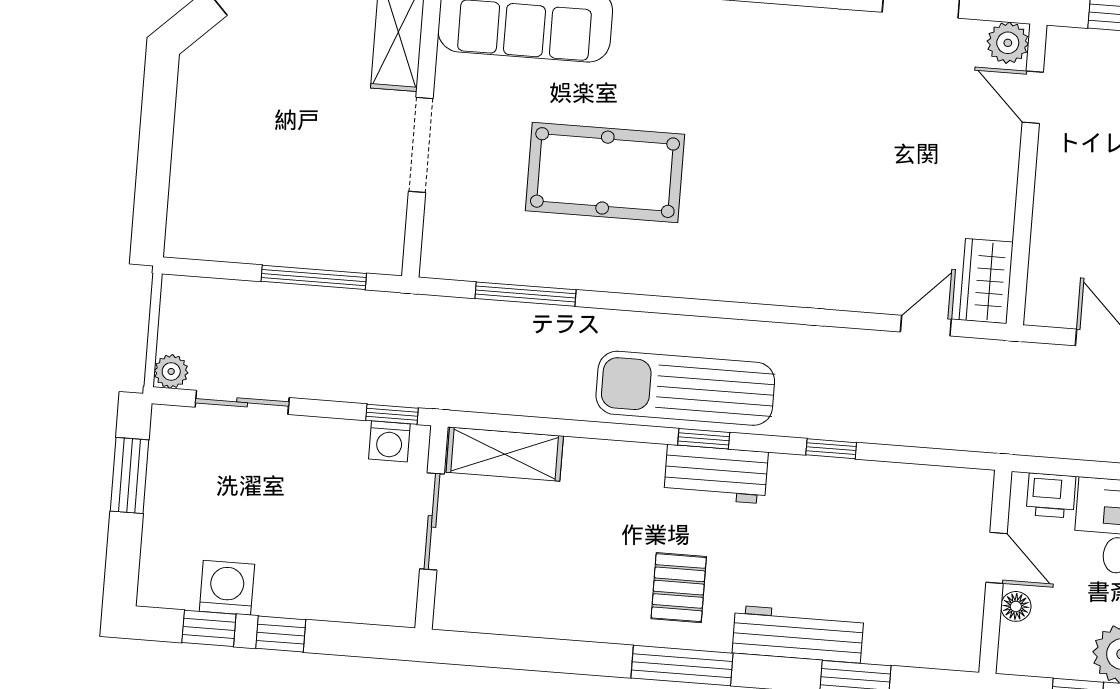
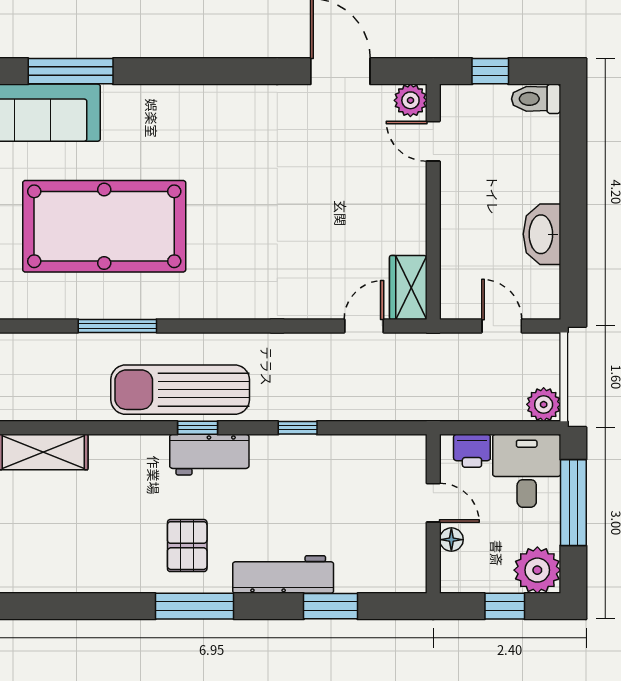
pool table: (605, 173) -> (104, 226), width x1.36, depth x1.32
window: (525, 294) -> (117, 326), moved

